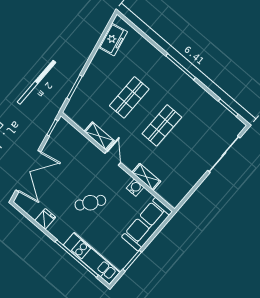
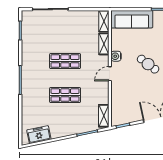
shelving: (99, 136) -> (104, 116), moved
water cooler: (135, 188) -> (116, 56), moved
shelving: (168, 196) -> (104, 21), added

